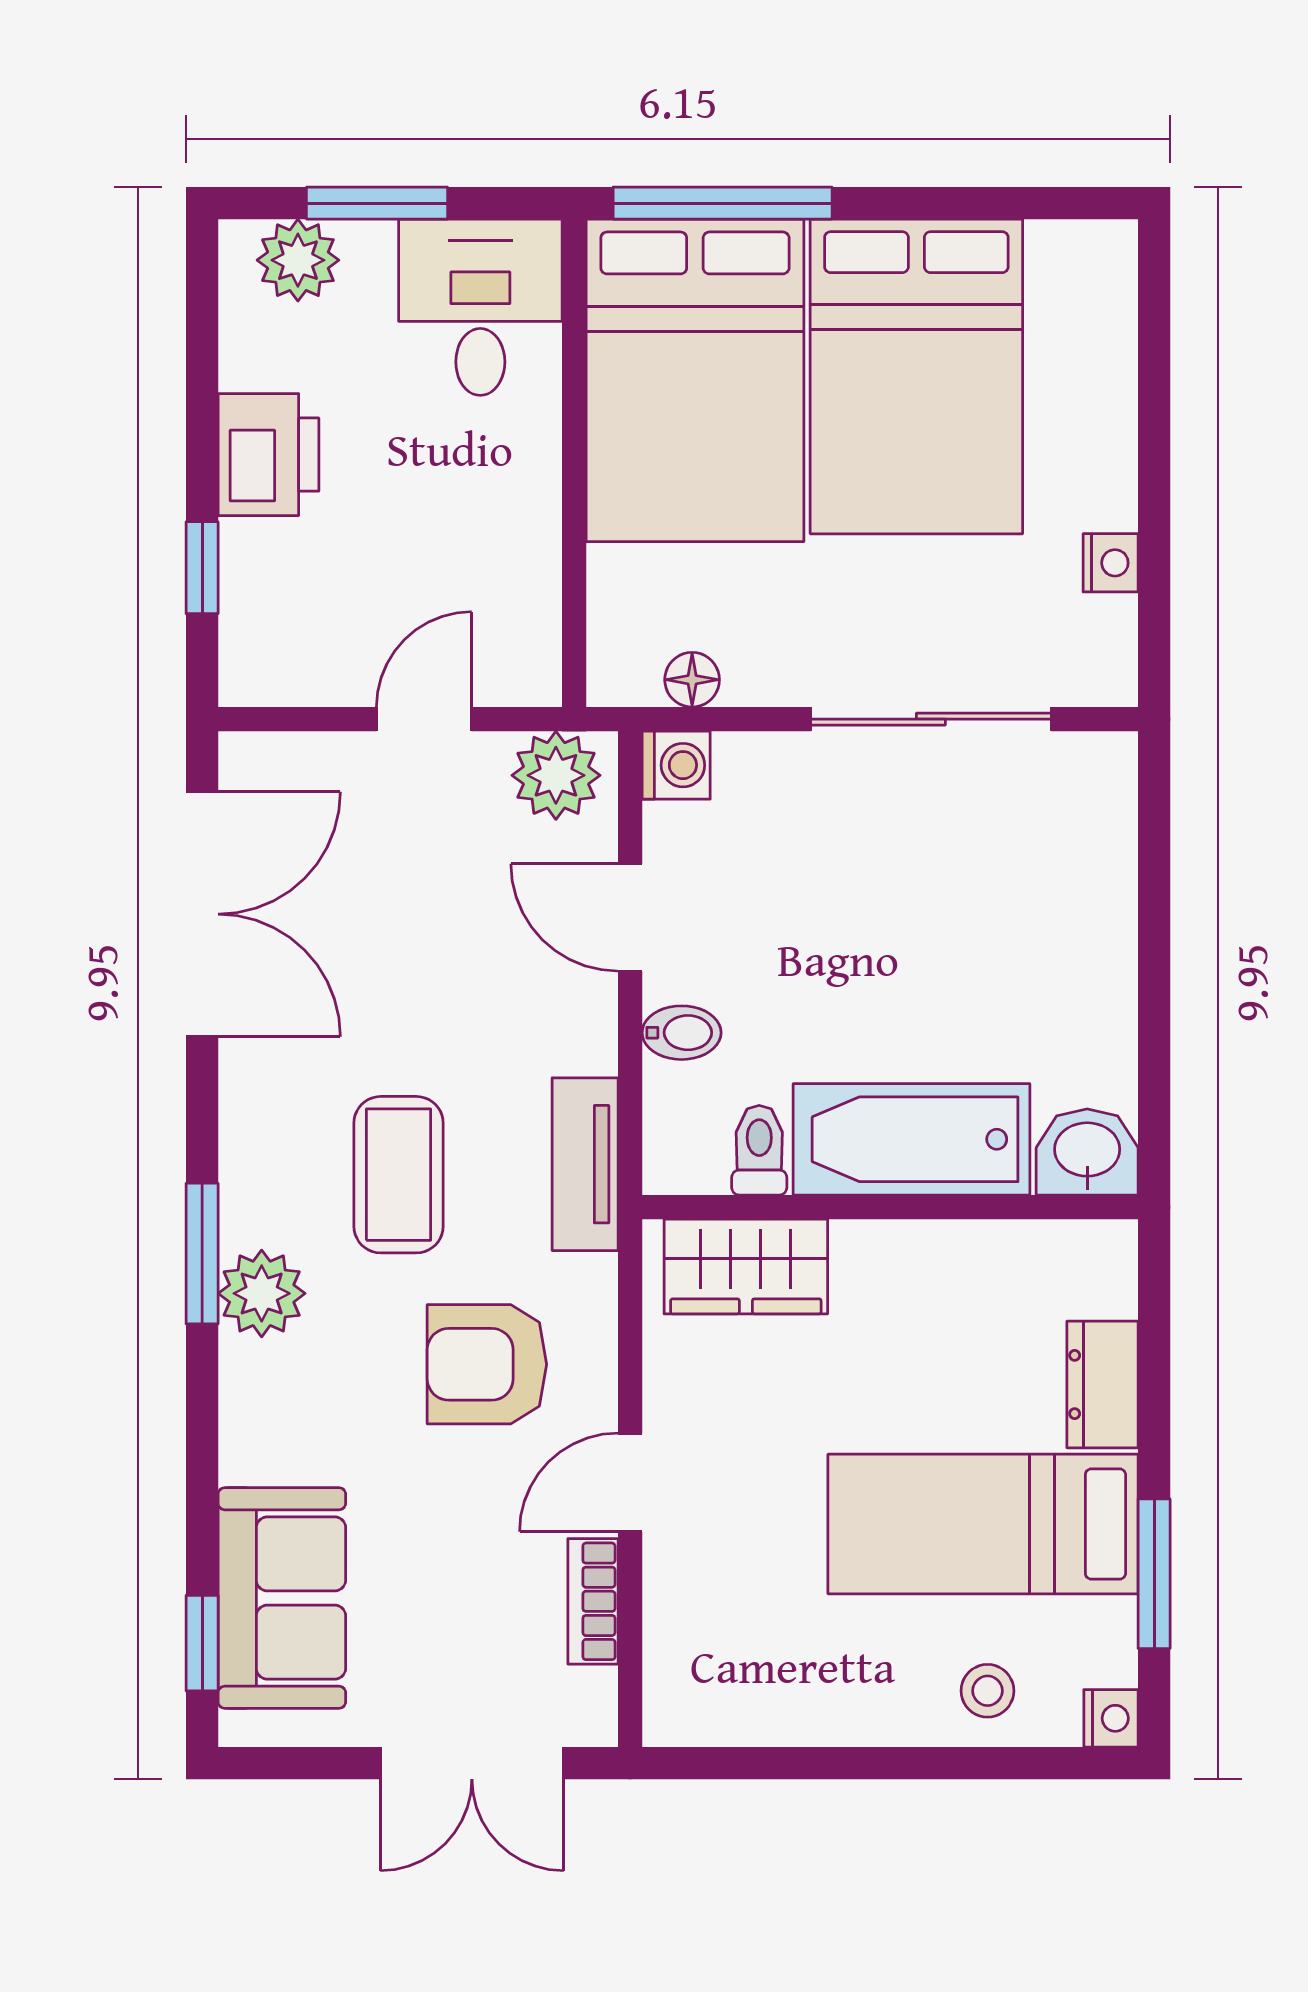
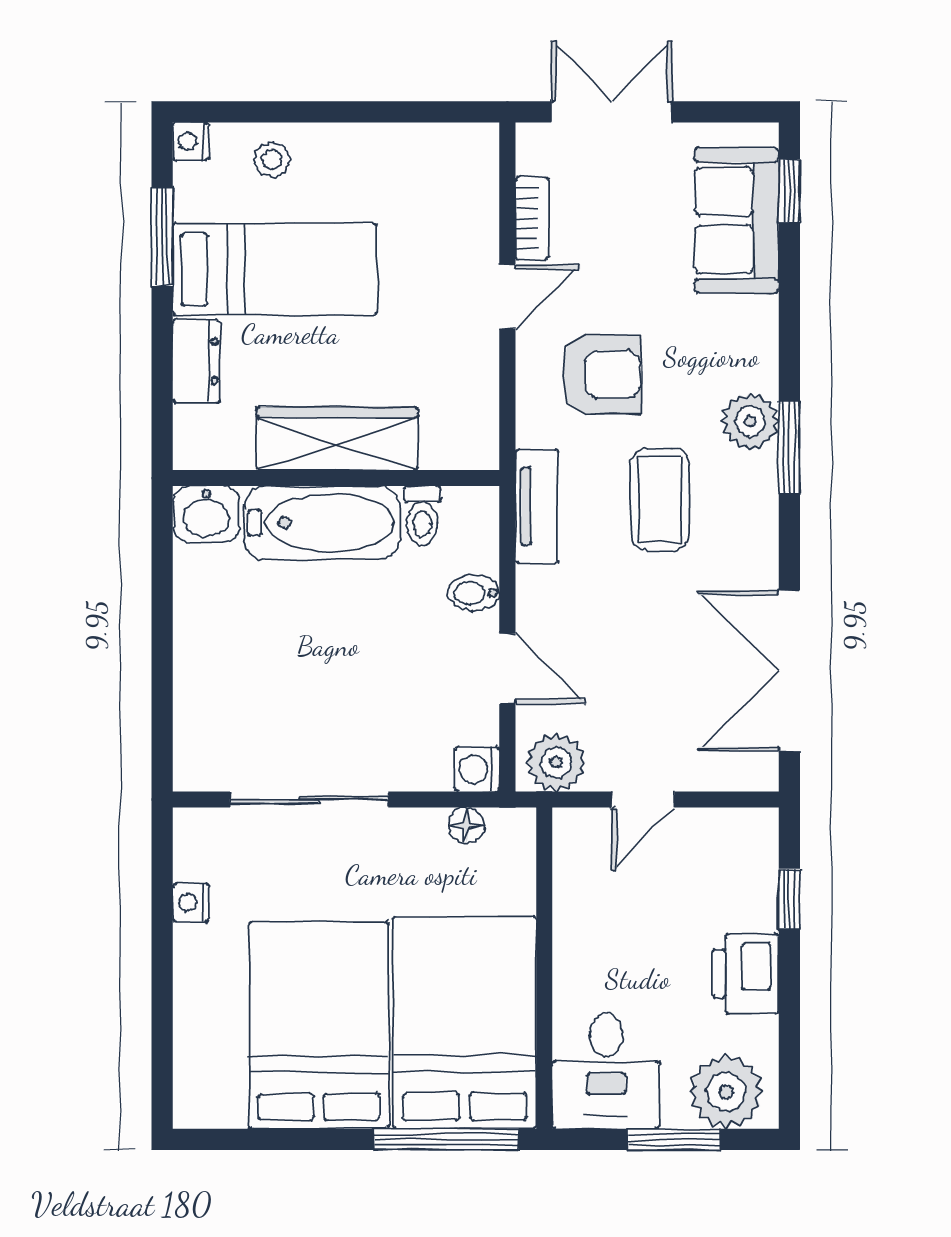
plant: (298, 260) -> (726, 1092), width x1.36, depth x1.36
wardrobe: (746, 1267) -> (337, 439), moved, width x1.50

